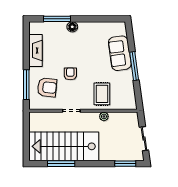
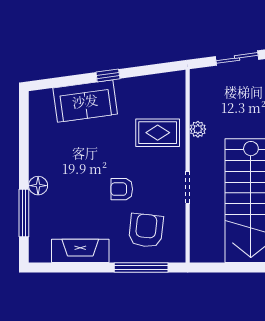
window: (134, 66) -> (108, 75), width x0.46

